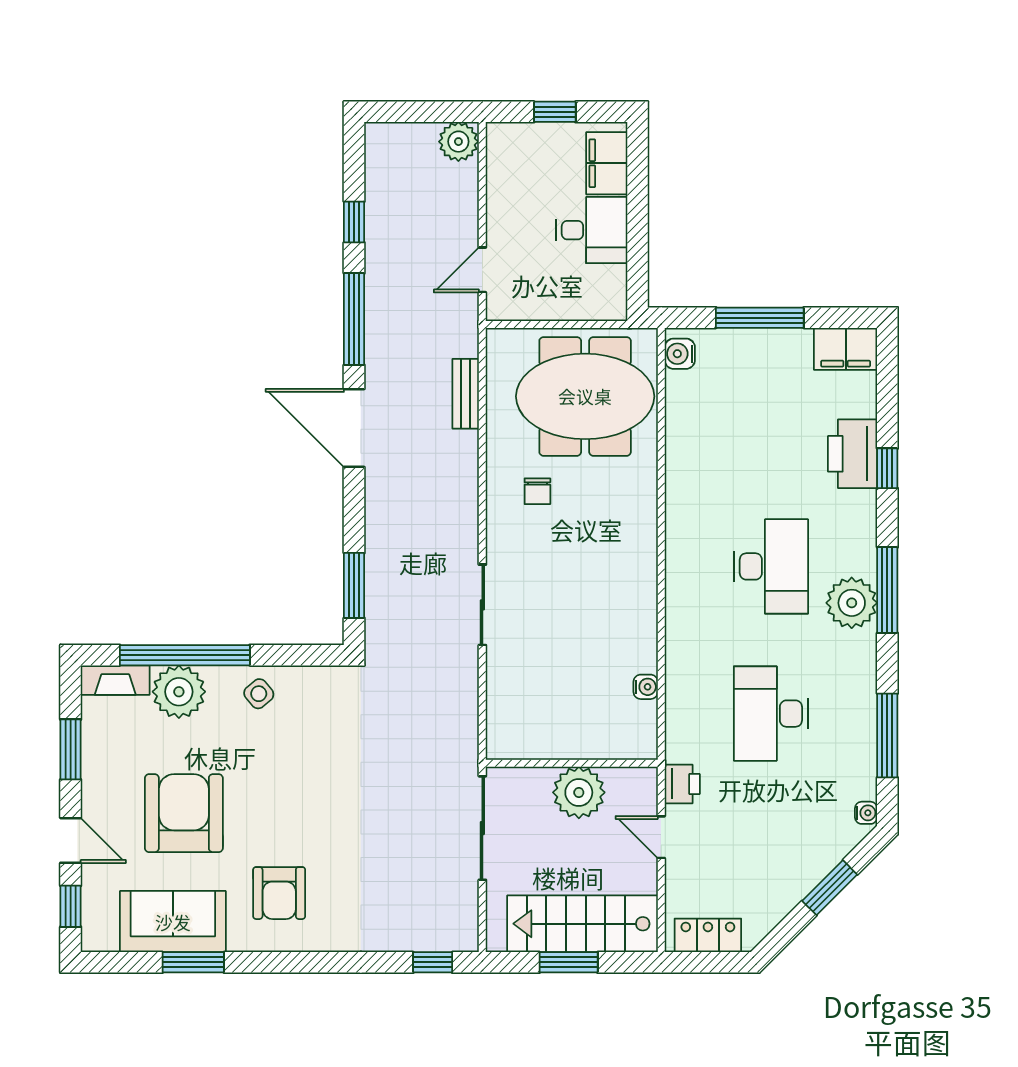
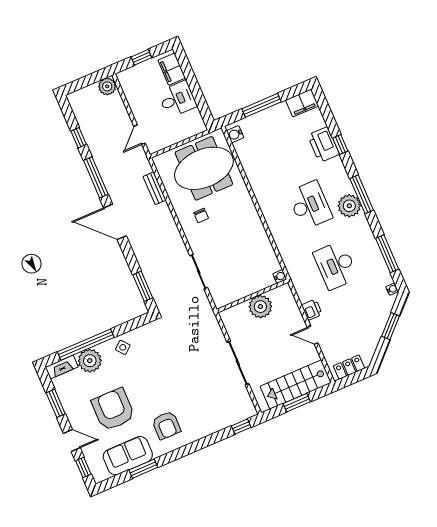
wall: (572, 763) -> (252, 296), moved
plant: (579, 792) -> (260, 307), moved

